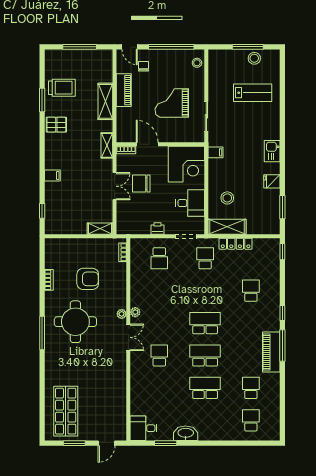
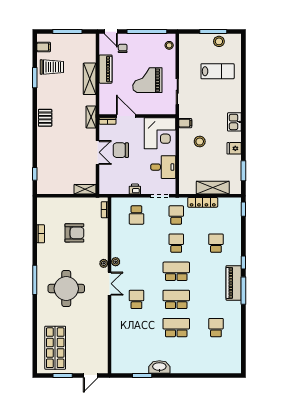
pallet: (56, 125) -> (45, 118), moved, turned 90
filing cabinet: (52, 176) -> (44, 47), moved
stool: (227, 198) -> (200, 142), moved
shelving: (227, 227) -> (213, 188), moved
round table: (75, 322) -> (66, 288), moved
piano: (271, 352) -> (234, 283), moved
school desk: (251, 420) -> (176, 243), moved
desk: (144, 428) -> (123, 363), removed

